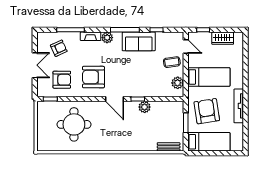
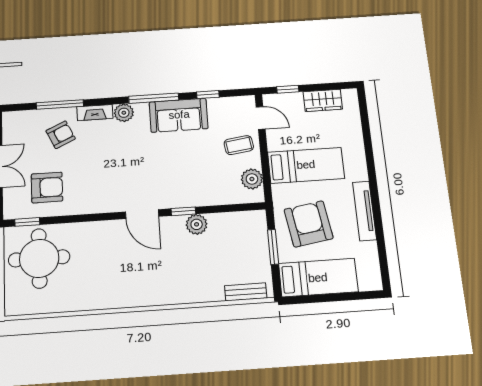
armchair: (59, 48) -> (61, 135), moved
armchair: (93, 77) -> (103, 179), removed
round table: (74, 124) -> (39, 258), moved

